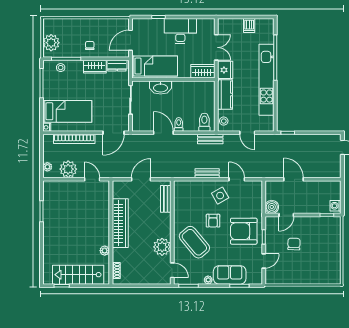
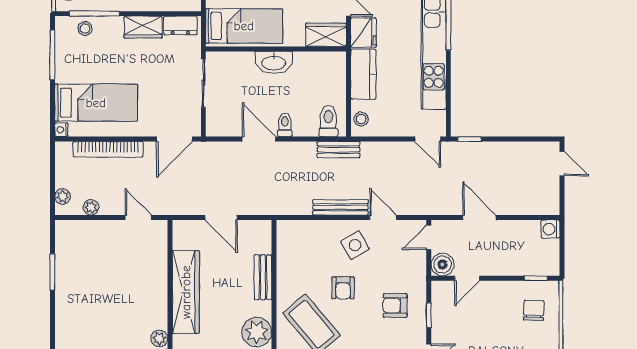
washbasin: (161, 88) -> (274, 62), moved
door: (247, 133) -> (428, 139), moved
plant: (68, 169) -> (91, 207), width x0.53, depth x0.53
bench: (207, 173) -> (340, 207), width x1.36
door: (141, 179) -> (221, 217), swing flipped
door: (264, 191) -> (429, 237), added
bench: (166, 199) -> (263, 277), moved
washing machine: (336, 206) -> (550, 229), moved
armchair: (244, 231) -> (395, 306), width x0.53, depth x0.53
chair: (294, 244) -> (534, 310), moved

